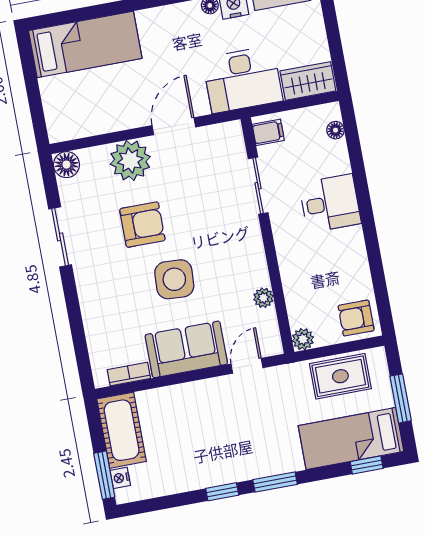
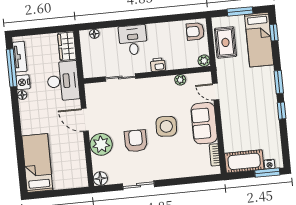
filing cabinet: (268, 132) -> (92, 70), removed
printer: (288, 254) -> (158, 65), added
armchair: (356, 318) -> (195, 31), turned 90

